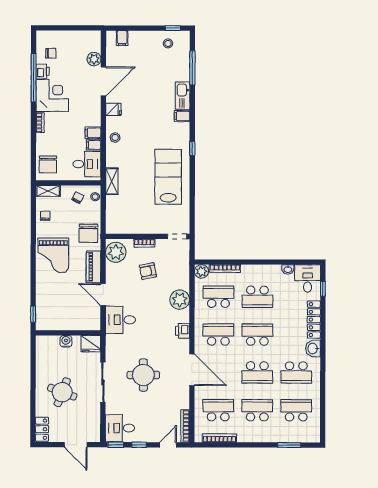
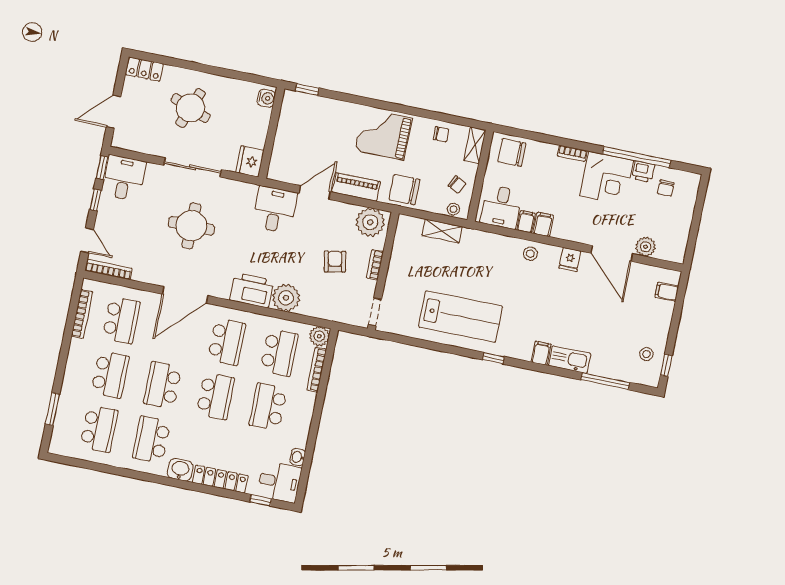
shelving: (112, 181) -> (442, 231), moved
printer: (183, 331) -> (252, 290), width x1.87, depth x1.48
water cooler: (66, 341) -> (266, 98), moved

